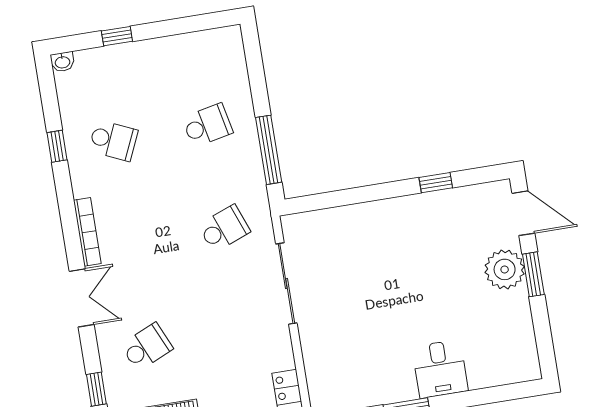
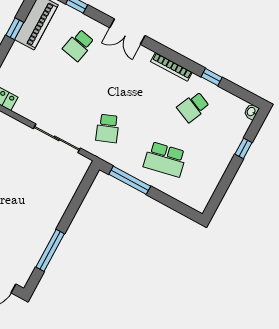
school desk: (207, 125) -> (165, 159), width x1.85
window: (436, 183) -> (50, 250), width x2.17
bookcase: (87, 232) -> (171, 67), moved
school desk: (147, 347) -> (78, 45), turned 36

